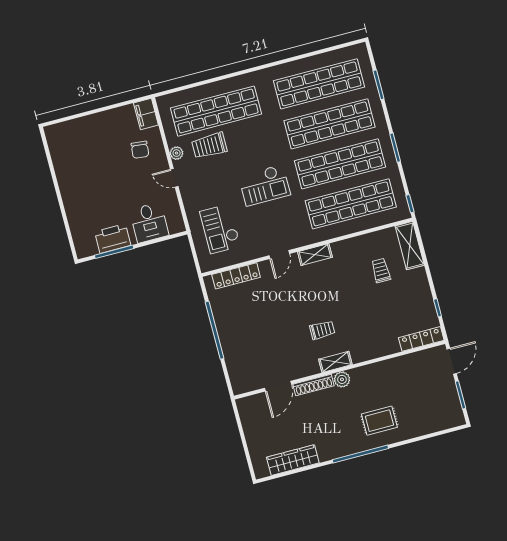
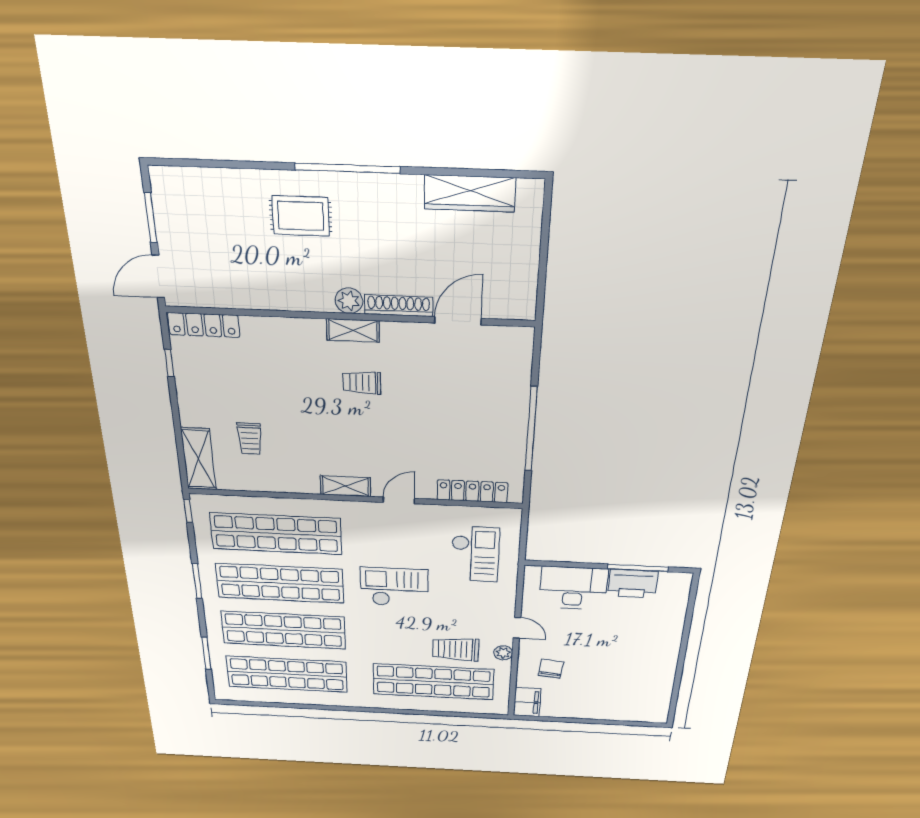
trolley: (209, 146) -> (456, 649), turned 180
desk: (149, 223) -> (573, 588), width x1.37

